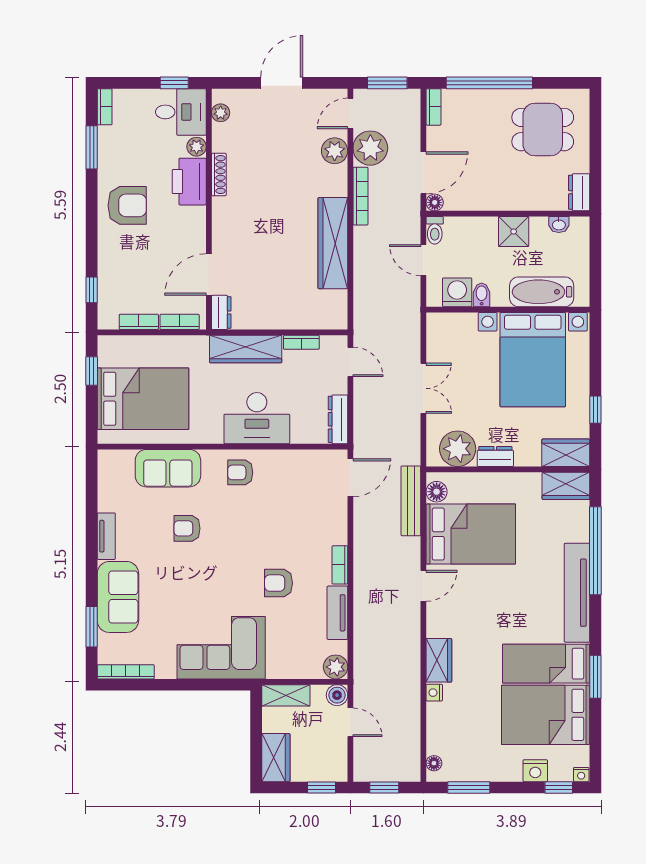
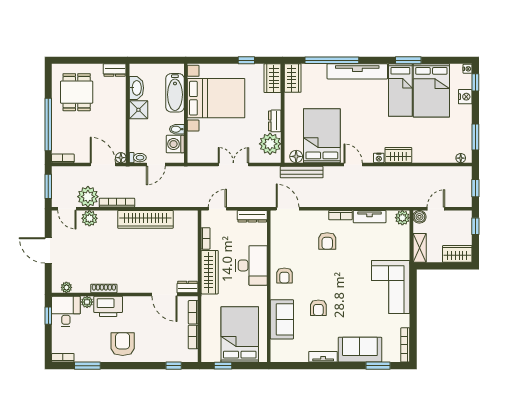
washbasin: (559, 225) -> (136, 88), width x1.91, depth x1.45
armchair: (279, 583) -> (327, 241), moved
nightstand: (434, 693) -> (379, 158), moved

